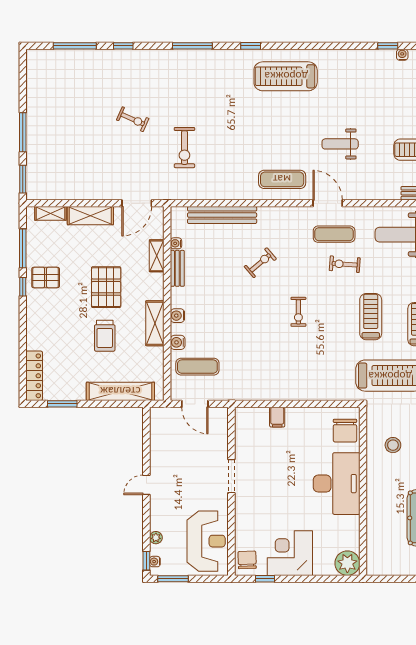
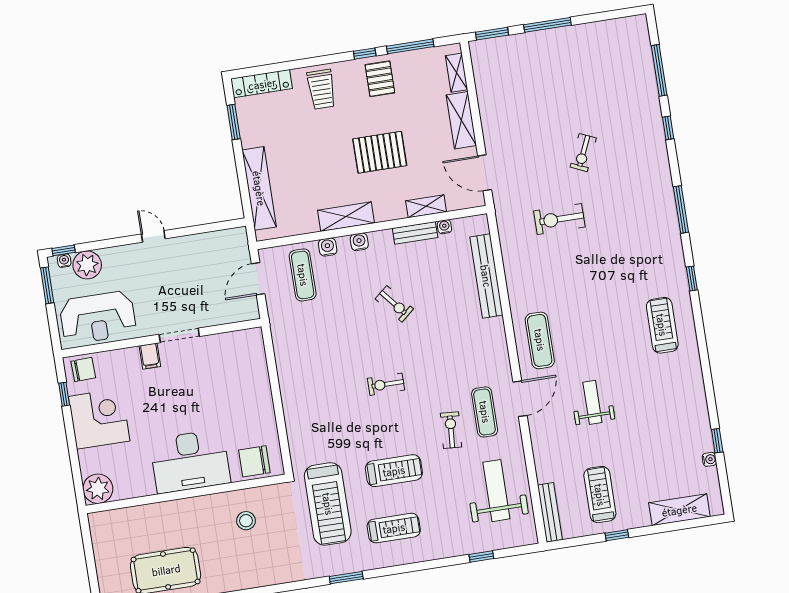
treadmill: (286, 76) -> (662, 325), width x0.73, depth x0.73
exercise bike: (260, 263) -> (394, 304), moved
trolley: (105, 336) -> (321, 89), moved, turned -90
filing cabinet: (277, 417) -> (150, 356), moved, turned -90
plant: (156, 538) -> (87, 265), width x1.88, depth x1.88

